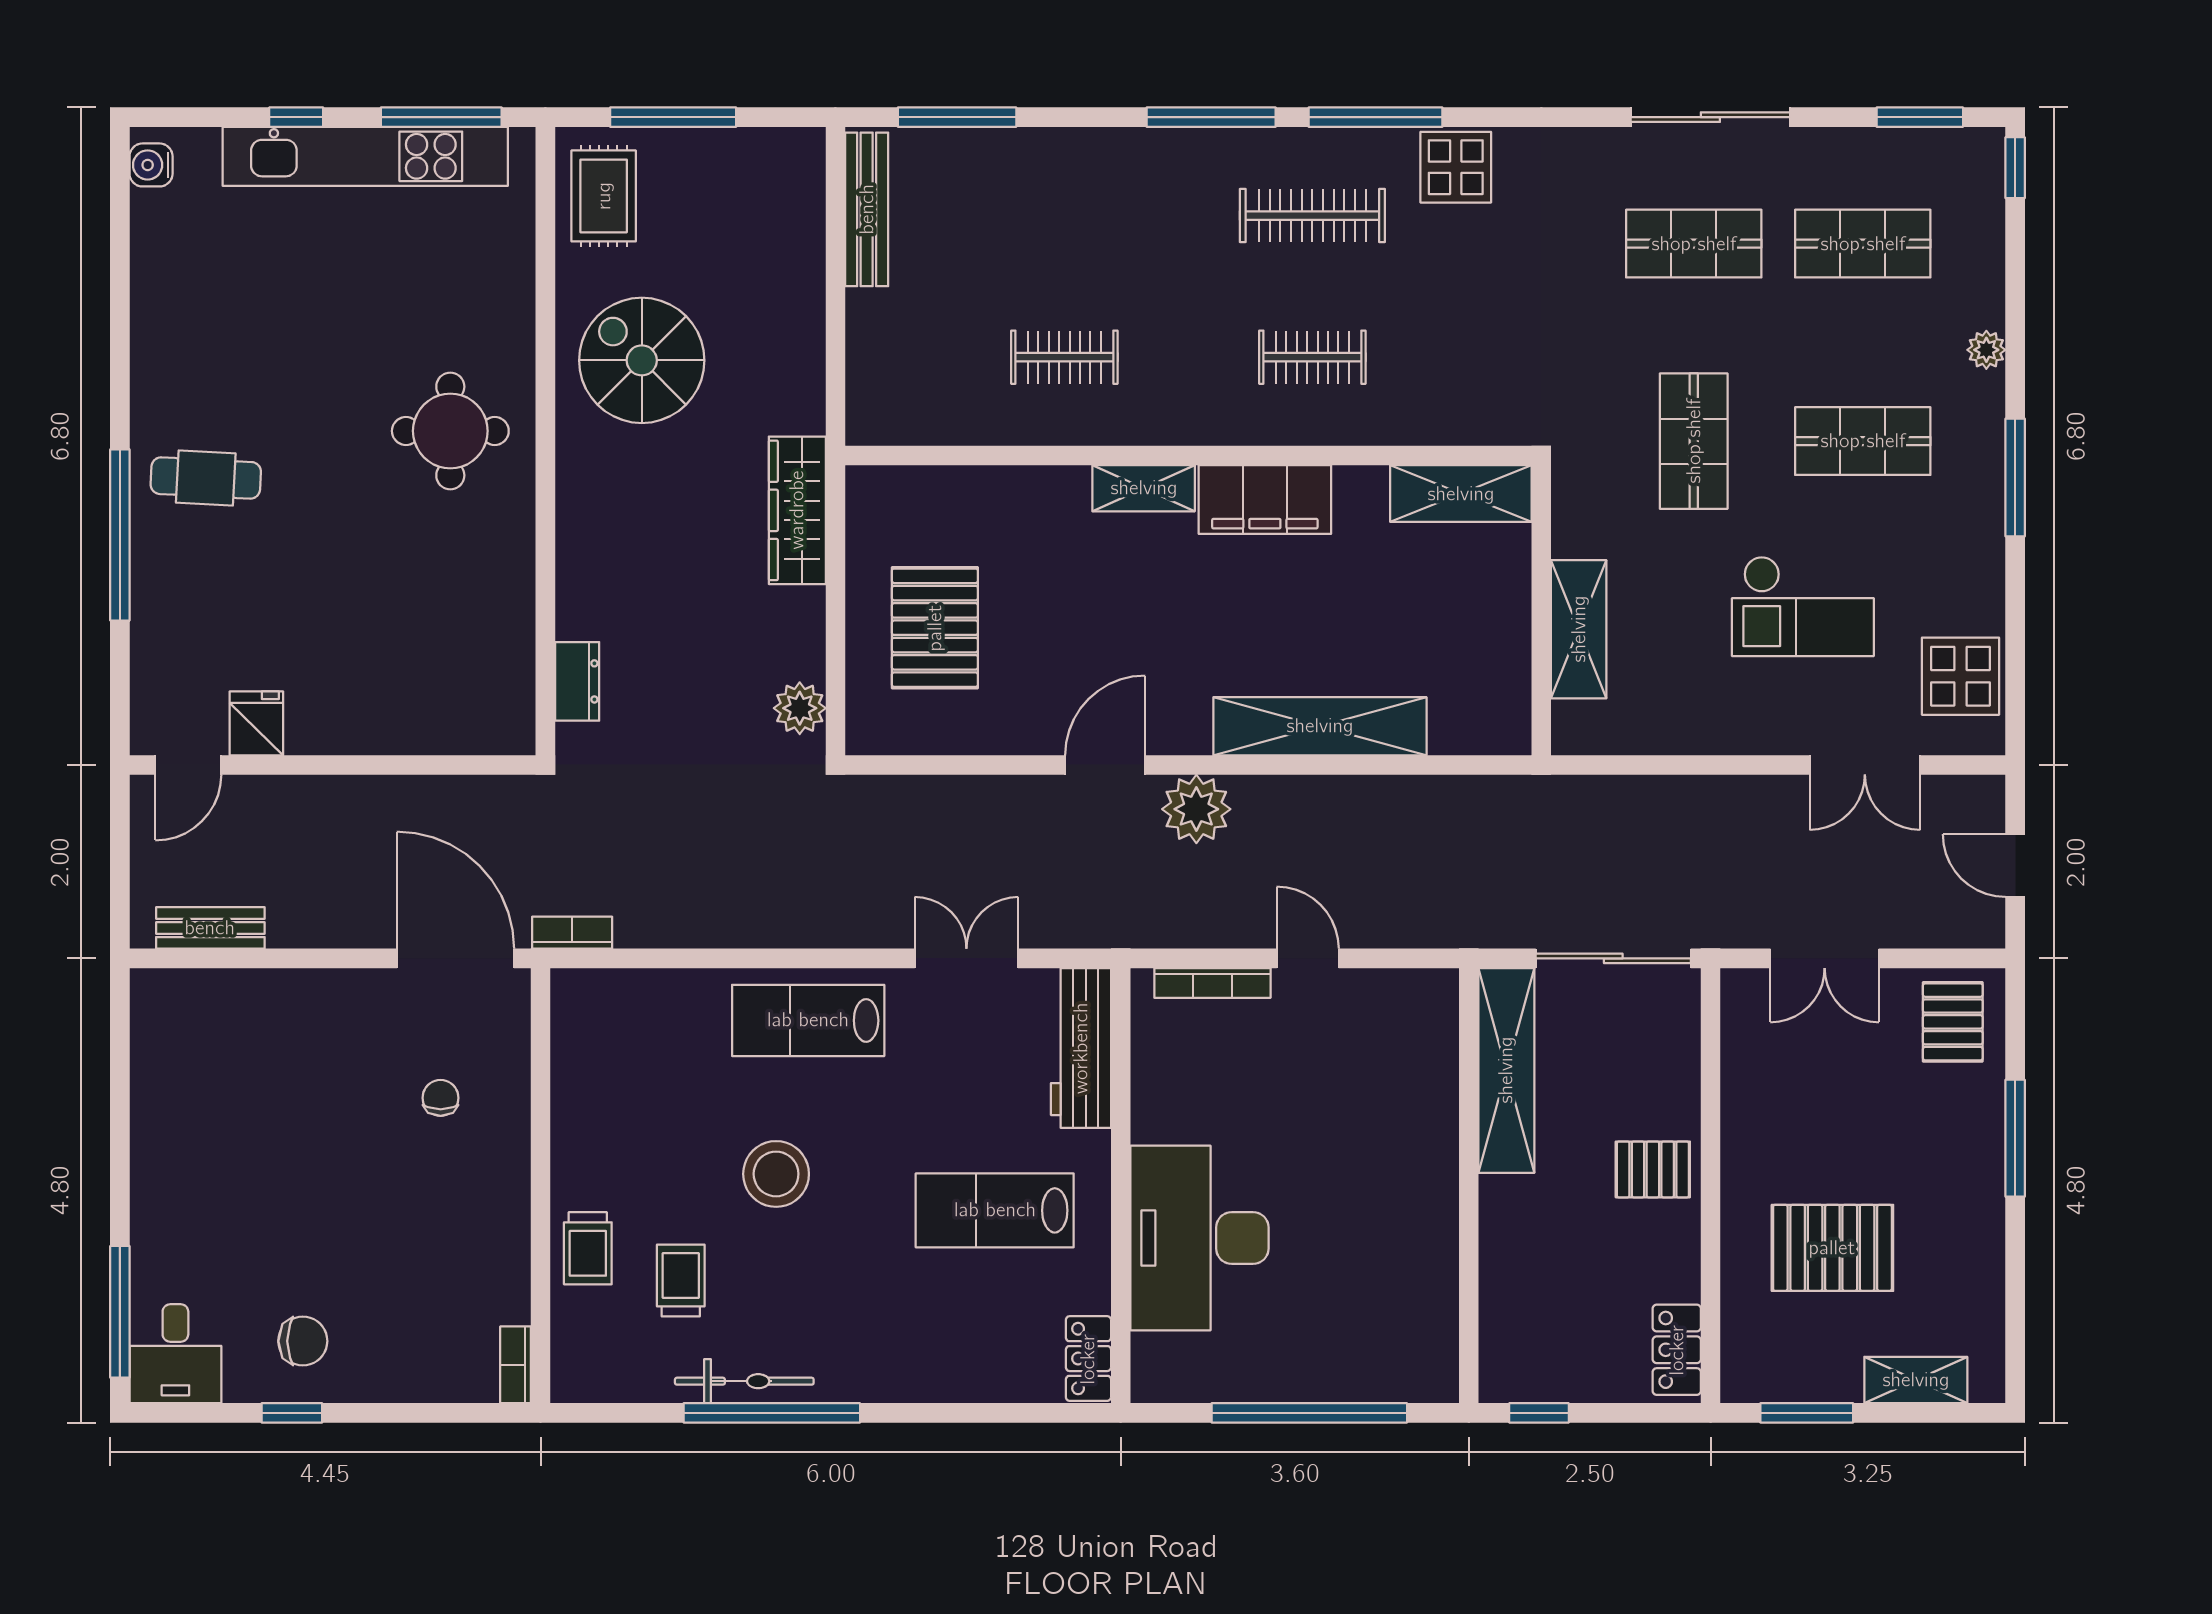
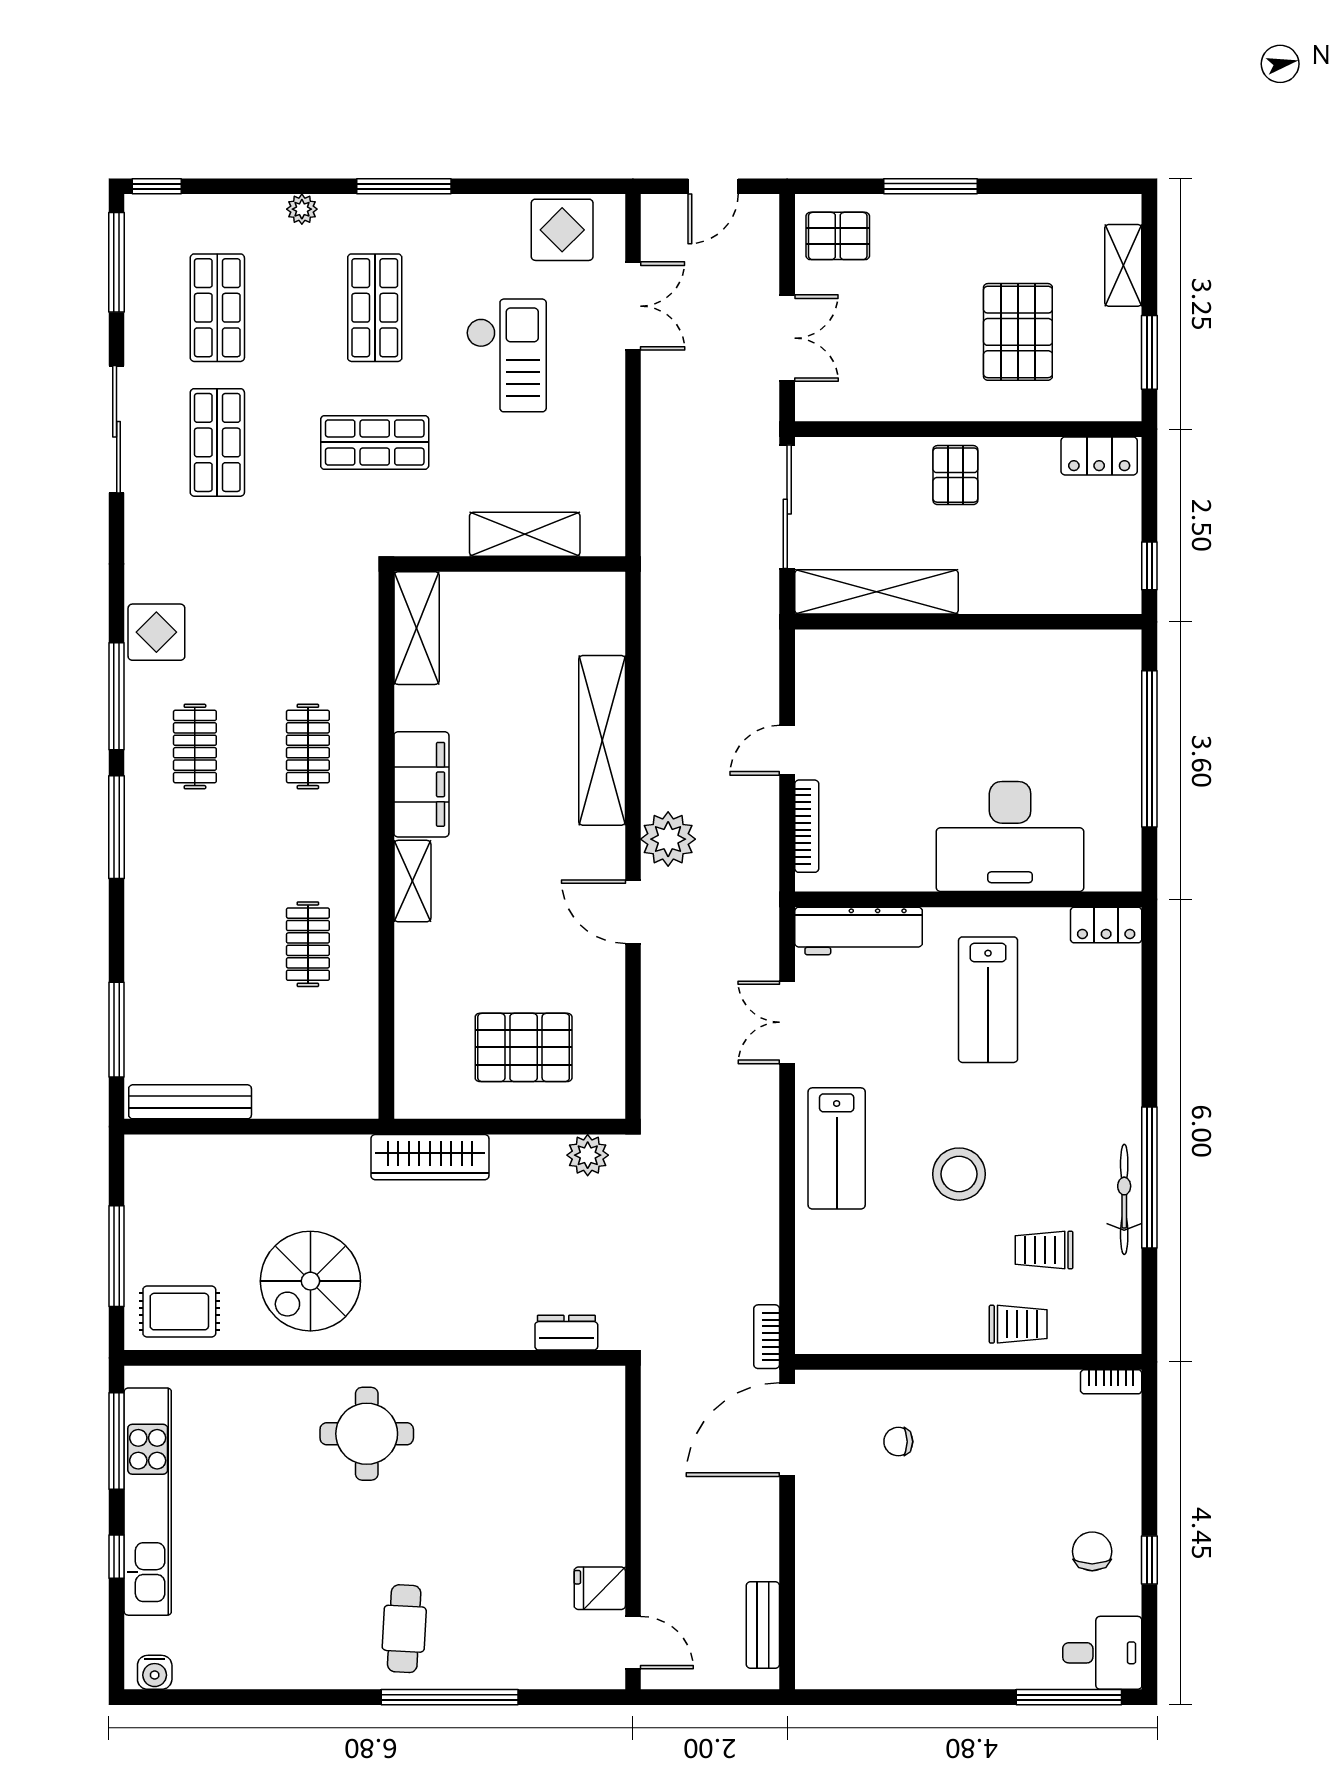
window: (1920, 117) -> (117, 262), width x1.44
clothes rail: (1312, 216) -> (195, 746), width x0.73

